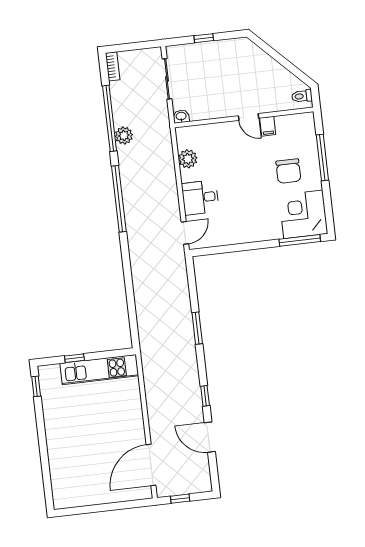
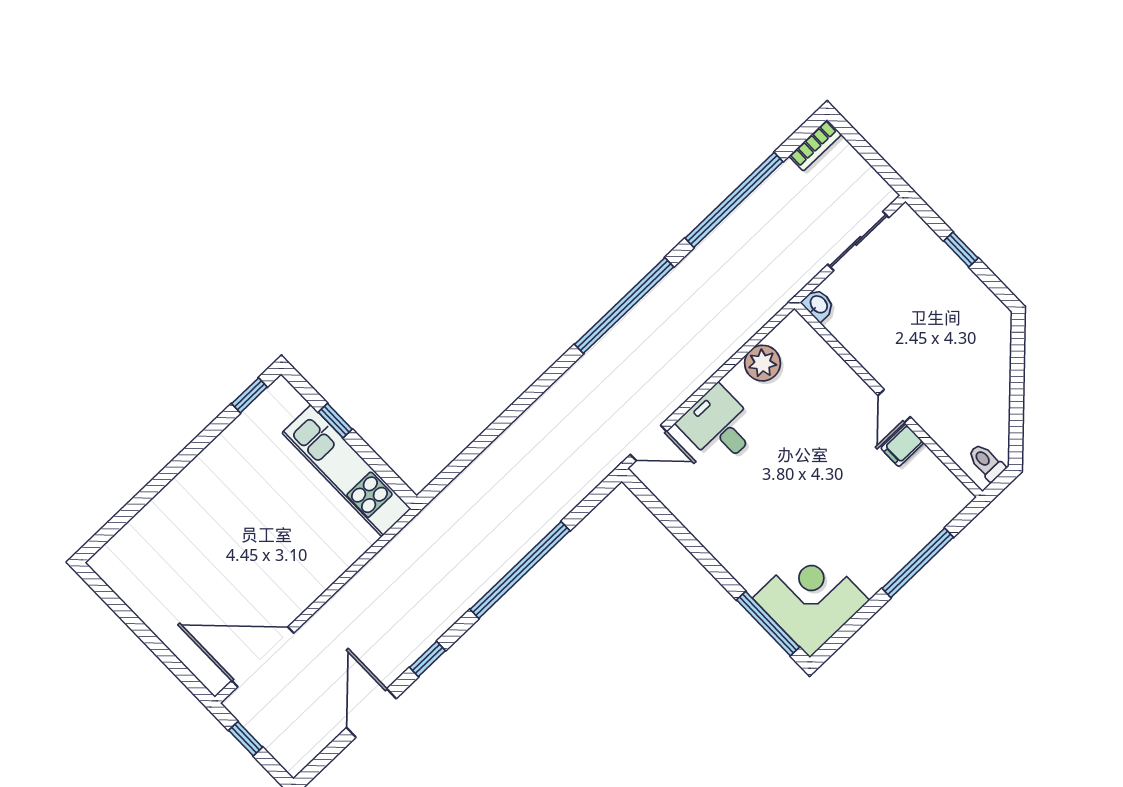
plant: (124, 135) -> (725, 241), removed
chair: (288, 171) -> (859, 527), removed
window: (197, 328) -> (520, 570), width x2.11

